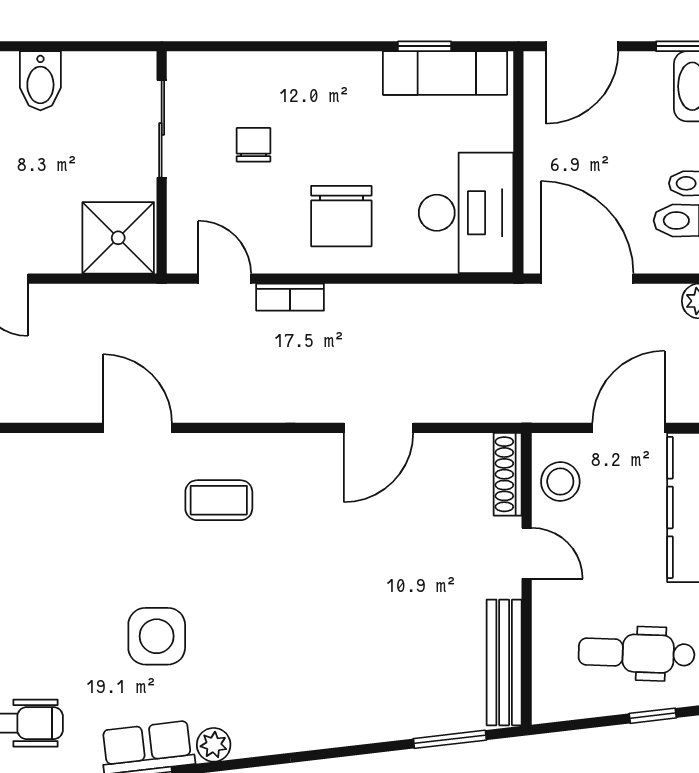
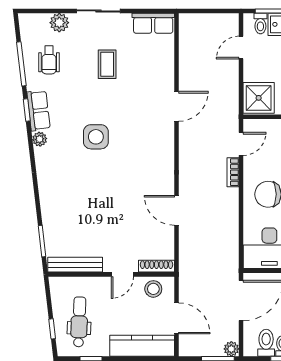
coffee table: (219, 500) -> (107, 64), moved
side table: (157, 636) -> (96, 137), moved

